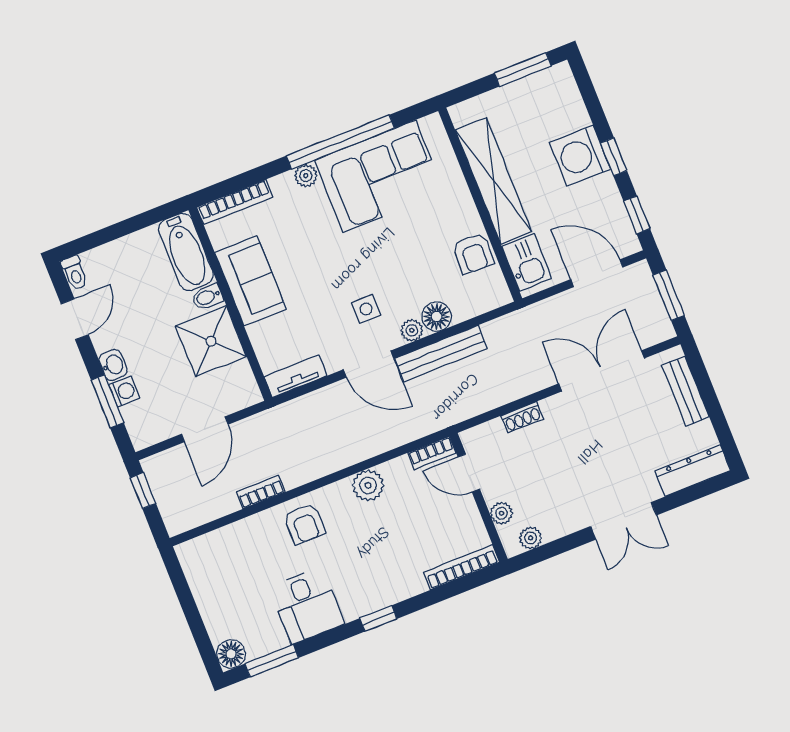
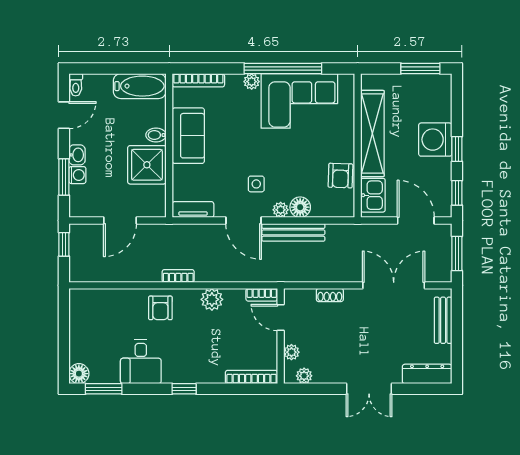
bathtub: (186, 252) -> (140, 86), moved, turned -90
bookcase: (261, 492) -> (178, 276), moved

